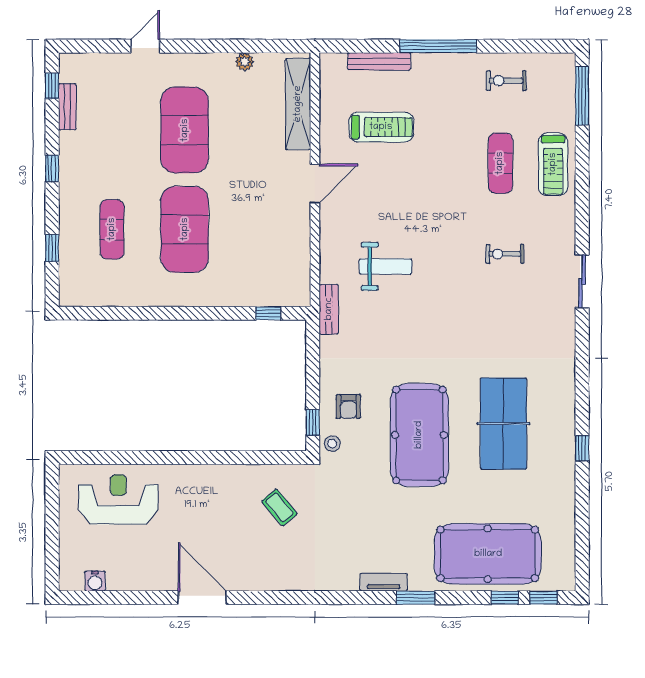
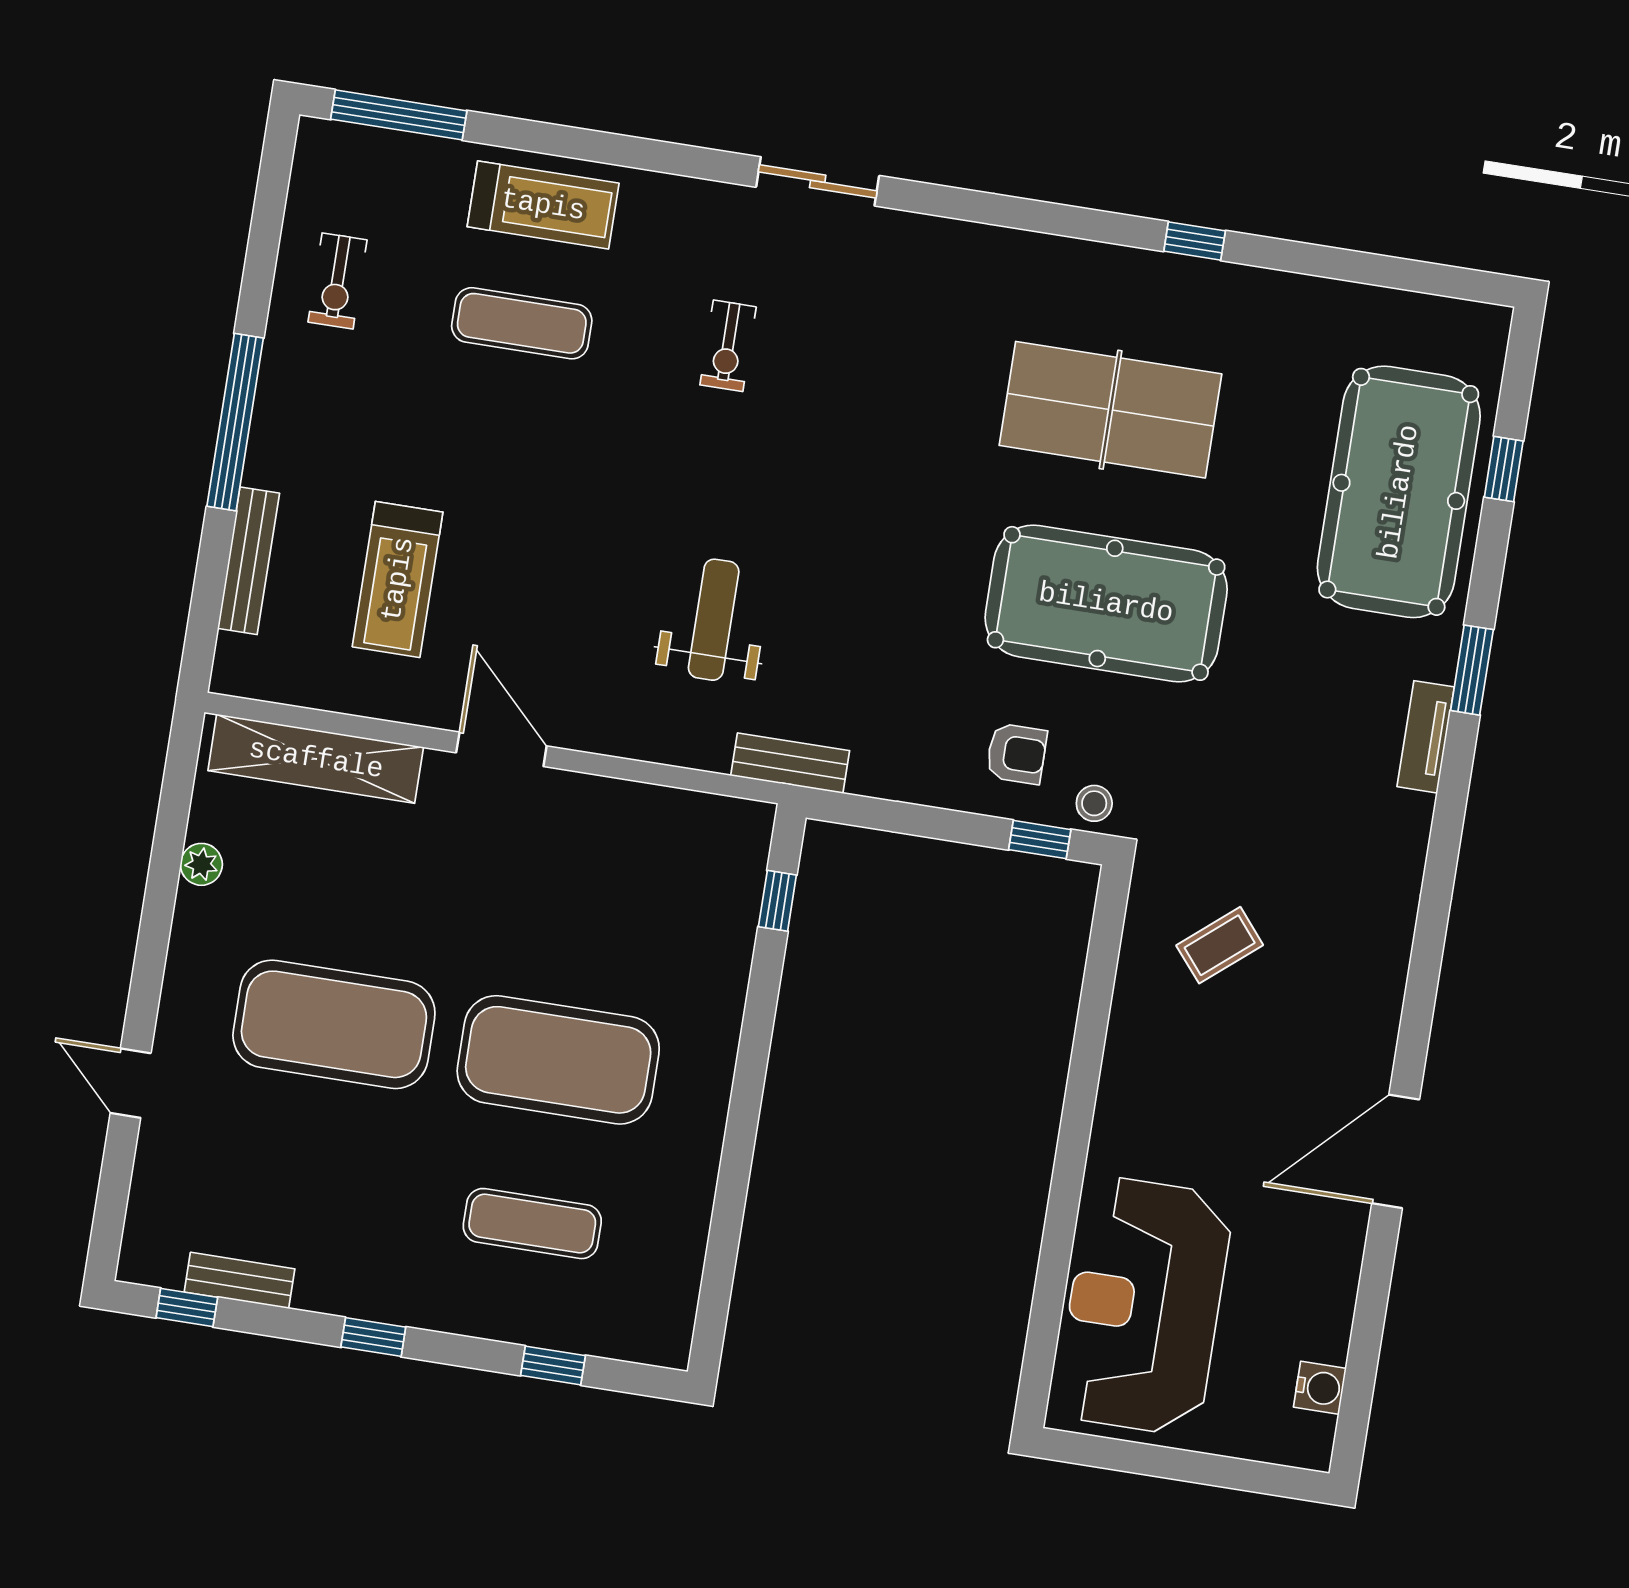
treadmill: (381, 127) -> (398, 579), turned 180
reception desk: (118, 499) -> (1144, 1306), width x1.36, depth x1.30
window: (544, 598) -> (1518, 381), removed

